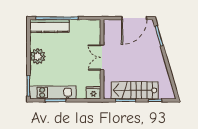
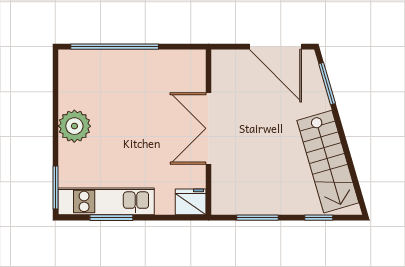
door: (134, 18) -> (275, 47), hinge flipped
kitchen counter: (49, 26) -> (99, 63), removed
double door: (102, 57) -> (209, 128), width x1.37
stairs: (135, 90) -> (328, 162), moved, turned -106

